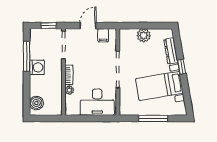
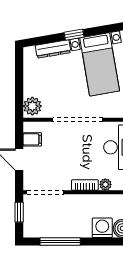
plant: (144, 35) -> (32, 106), moved
washing machine: (37, 67) -> (102, 228), moved

